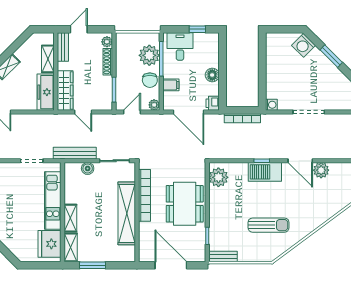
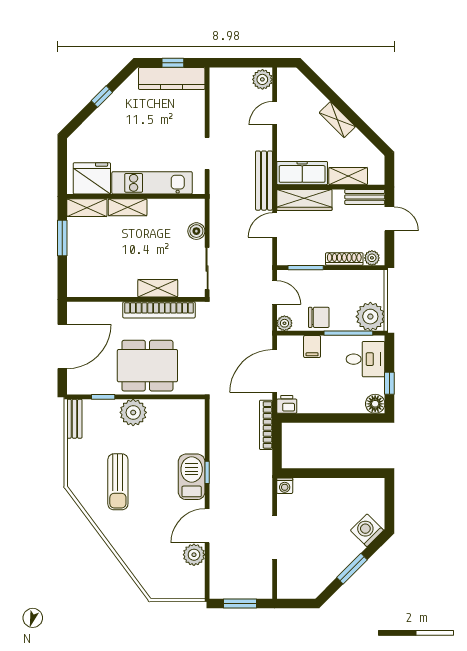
plant: (149, 55) -> (370, 317), moved
floor lamp: (212, 75) -> (375, 404), moved
chair: (150, 80) -> (319, 317), turned 180
bookcase: (242, 118) -> (266, 425), moved
bench: (75, 153) -> (264, 181), moved
plant: (218, 177) -> (133, 412), moved
shelving: (127, 213) -> (158, 288), width x0.45, depth x0.75

